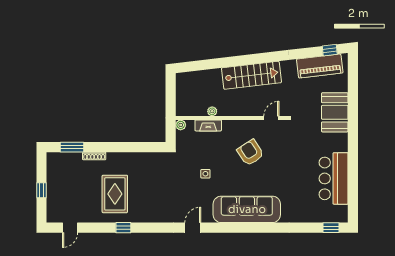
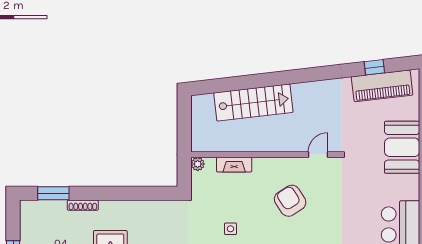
window: (330, 50) -> (374, 67), moved
stairs: (251, 75) -> (253, 103), moved
plant: (212, 111) -> (239, 146), removed

